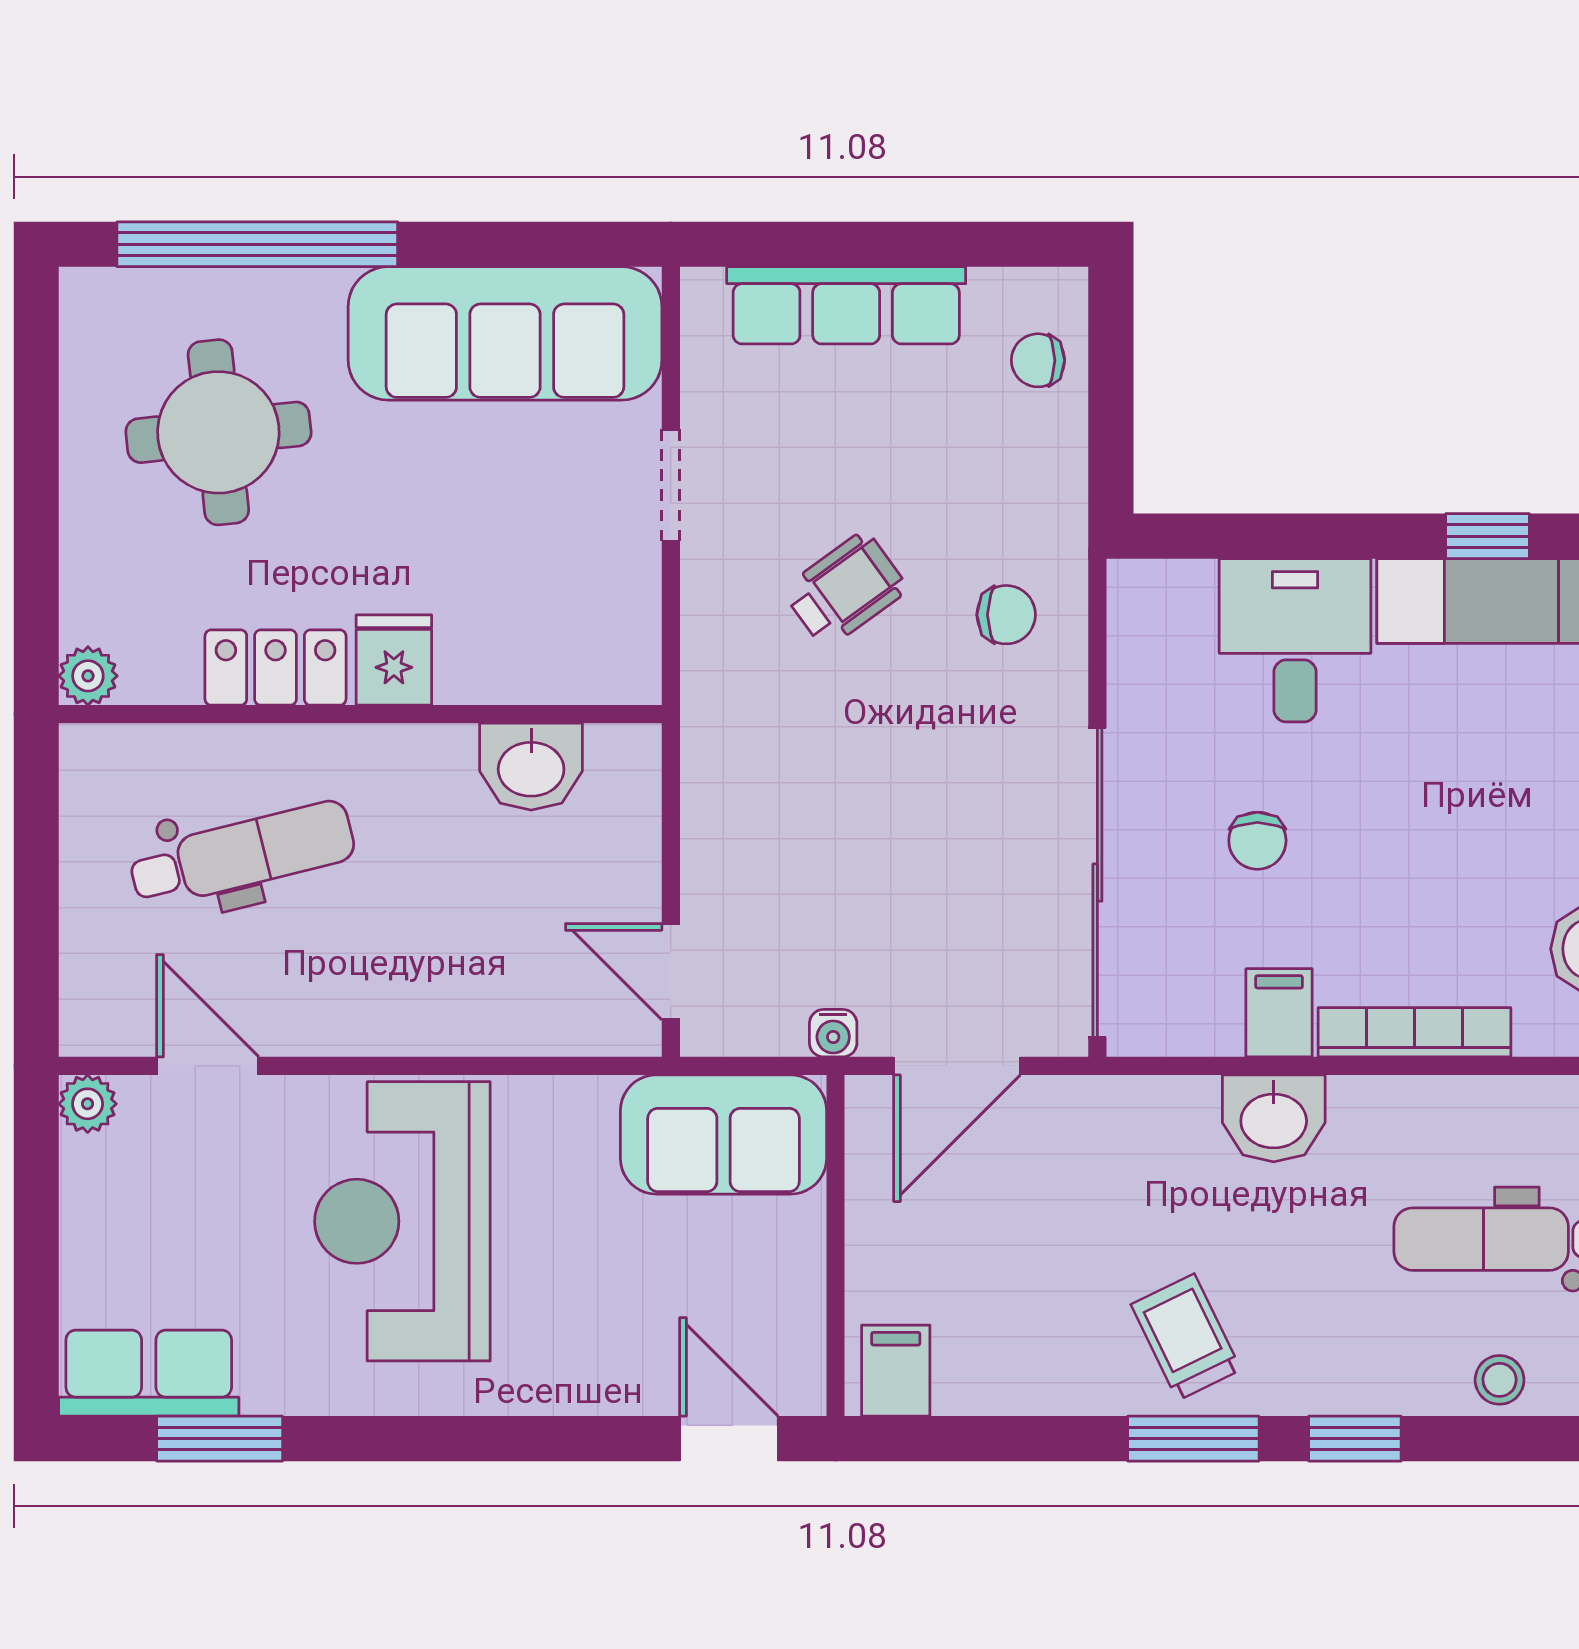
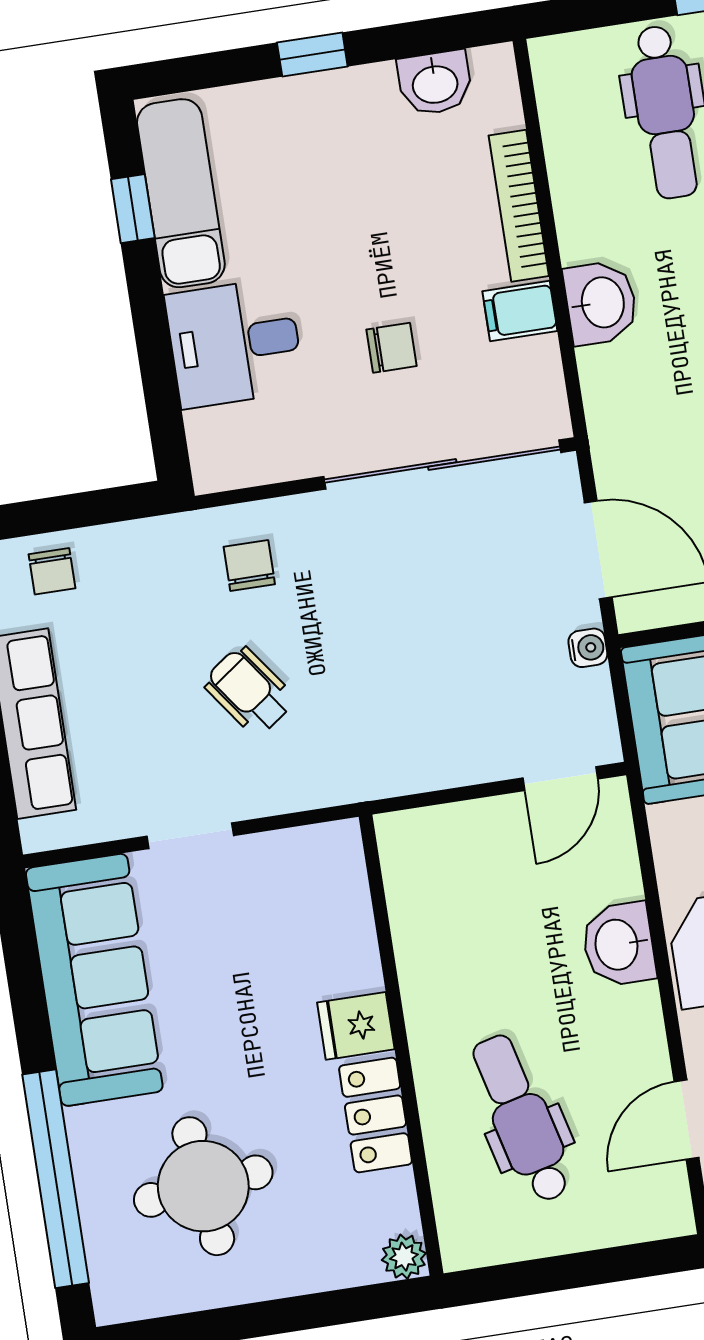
washbasin: (531, 767) -> (618, 944), moved, turned 180

